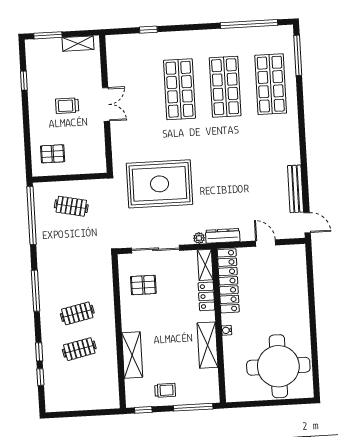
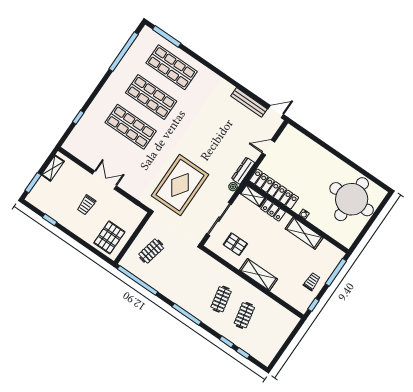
pallet: (53, 154) -> (109, 237), width x1.50, depth x1.42
pallet: (143, 285) -> (235, 244), turned 90
shelving: (132, 355) -> (259, 275), moved

